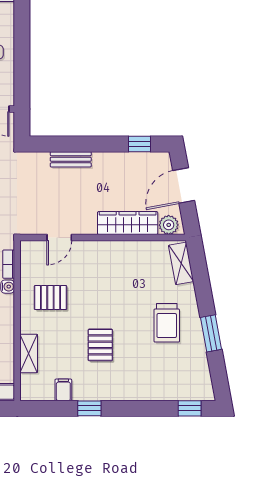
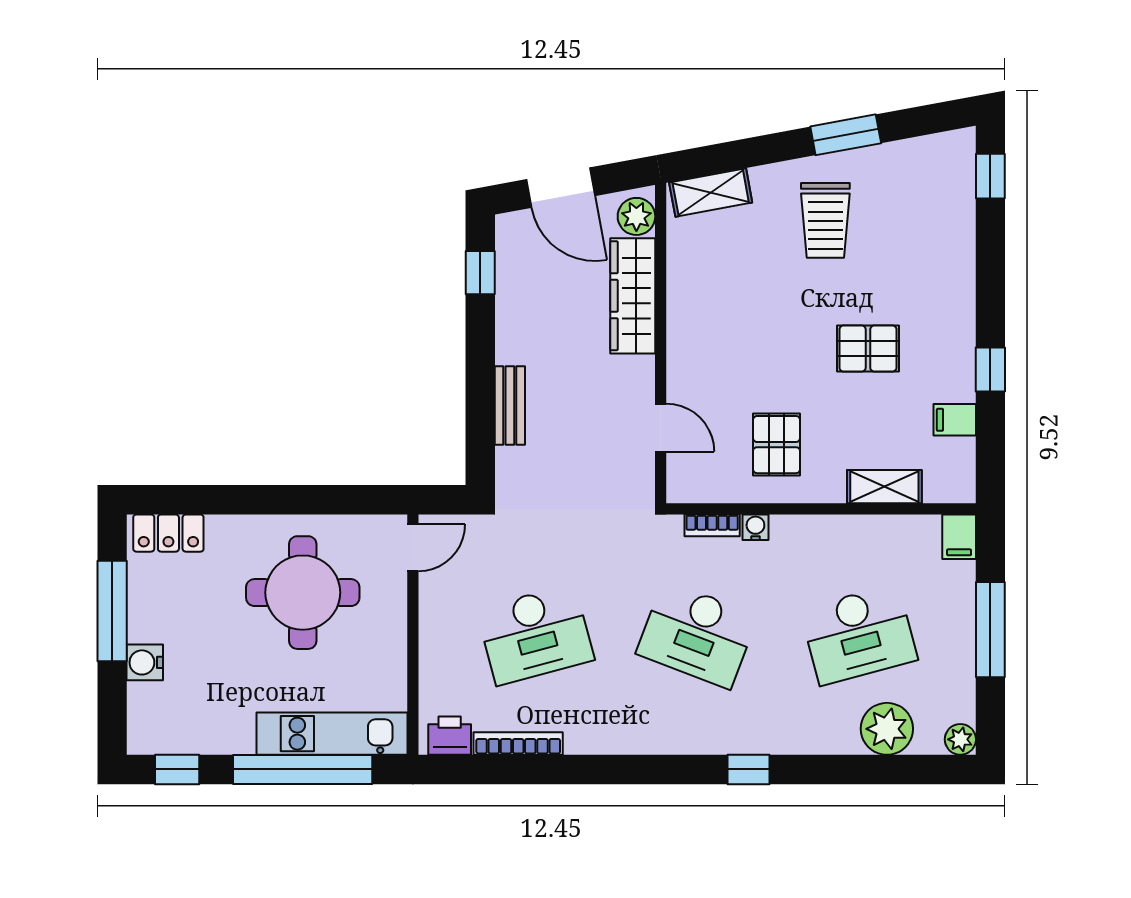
trolley: (167, 323) -> (825, 220), turned 90

